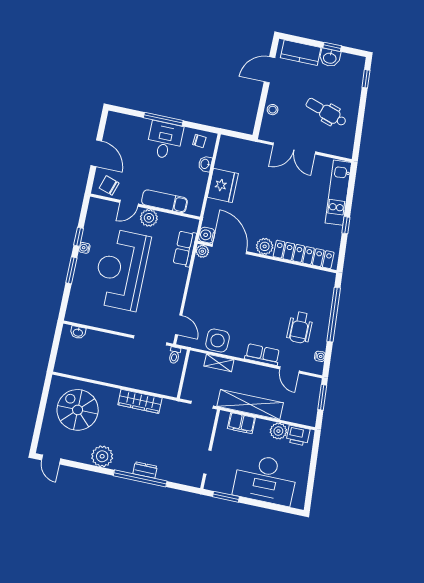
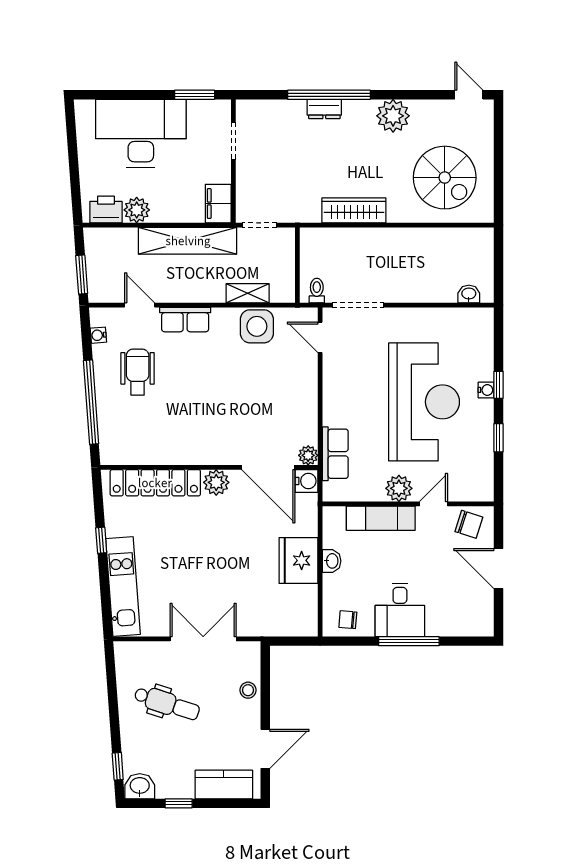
washbasin: (330, 58) -> (140, 786), moved
washbasin: (205, 164) -> (332, 561), moved
water cooler: (84, 248) -> (486, 390), moved
window: (71, 270) -> (498, 385), width x0.67
filing cabinet: (241, 423) -> (218, 204), moved, turned -90

